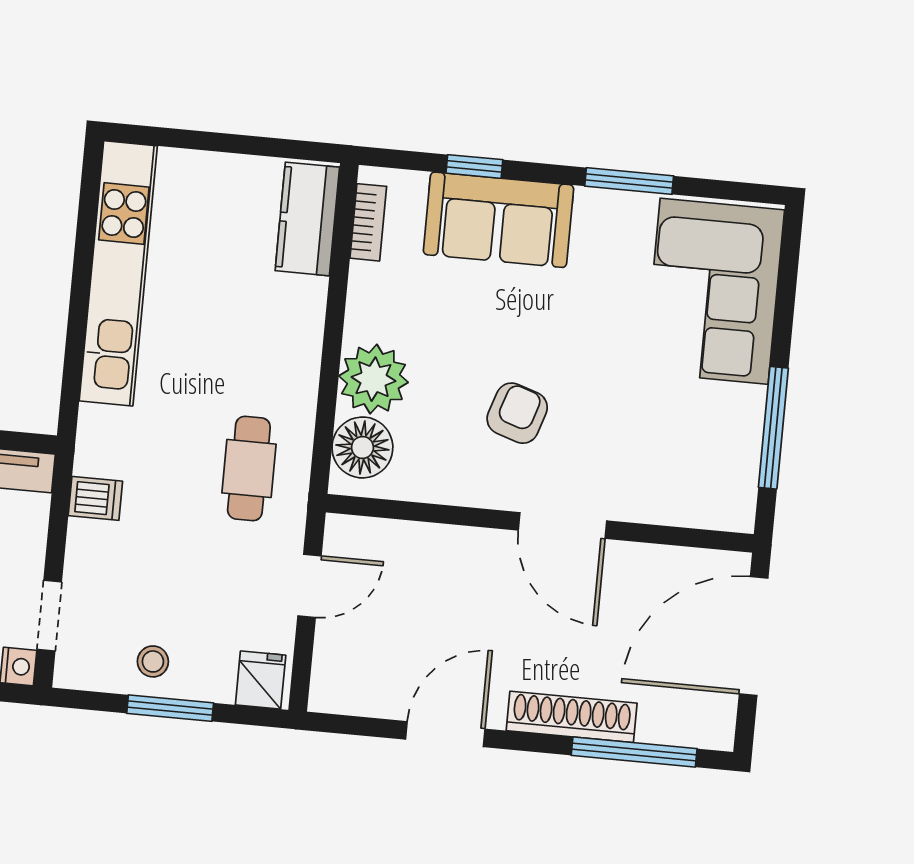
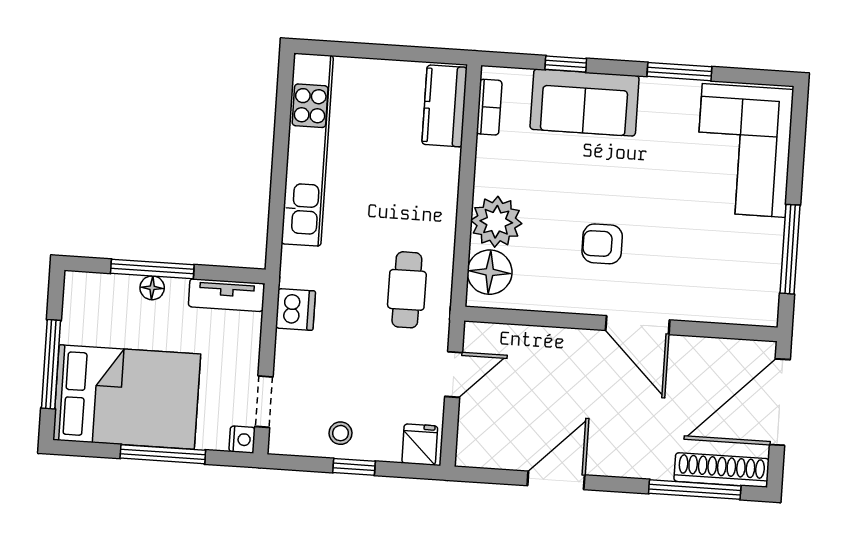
armchair: (517, 413) -> (602, 244), turned -108
dishwasher: (95, 498) -> (295, 309), width x1.38
window: (170, 708) -> (354, 467), width x0.67
shoe rack: (572, 717) -> (722, 470), moved

